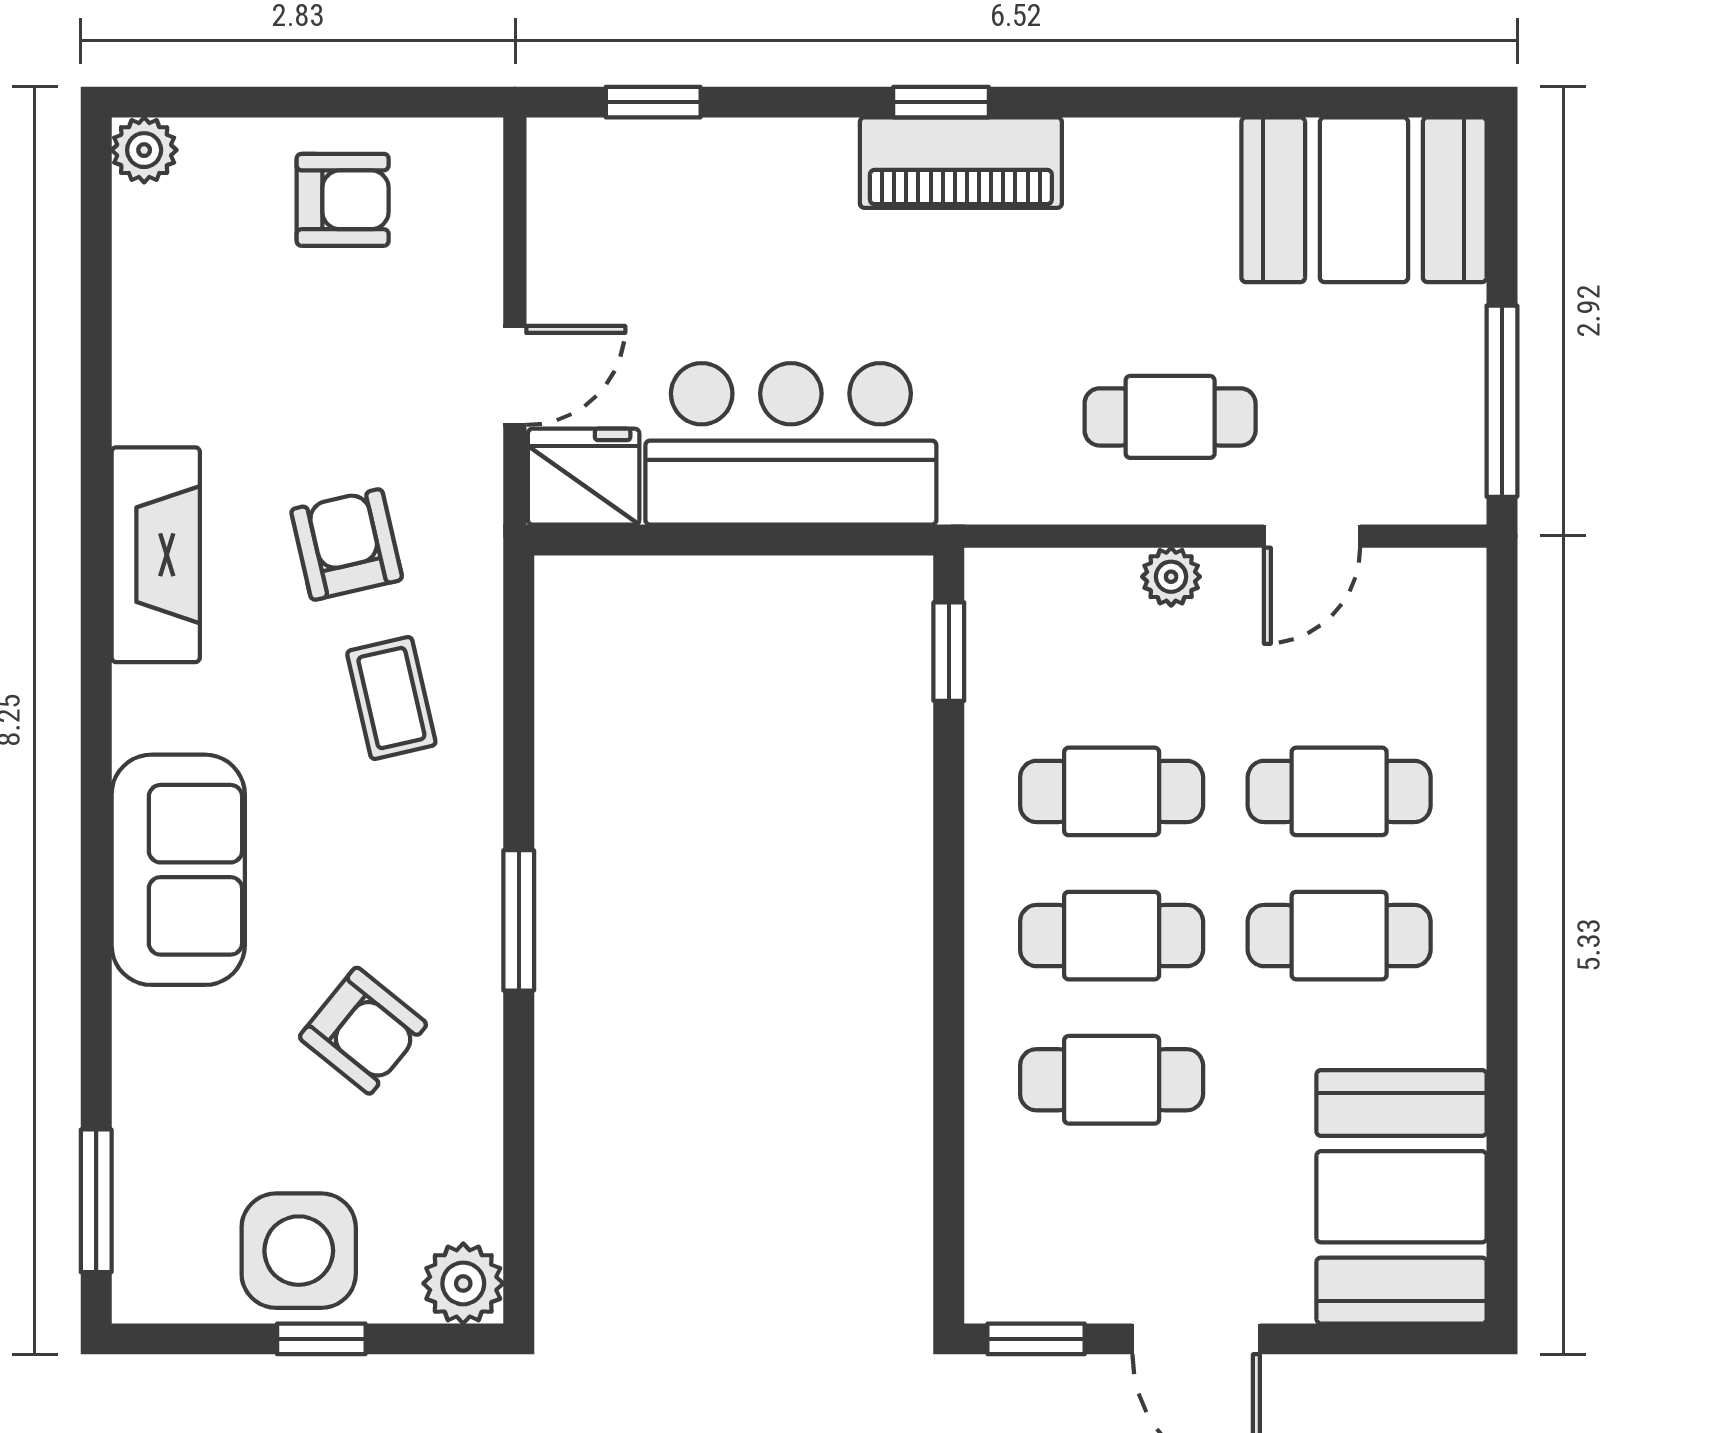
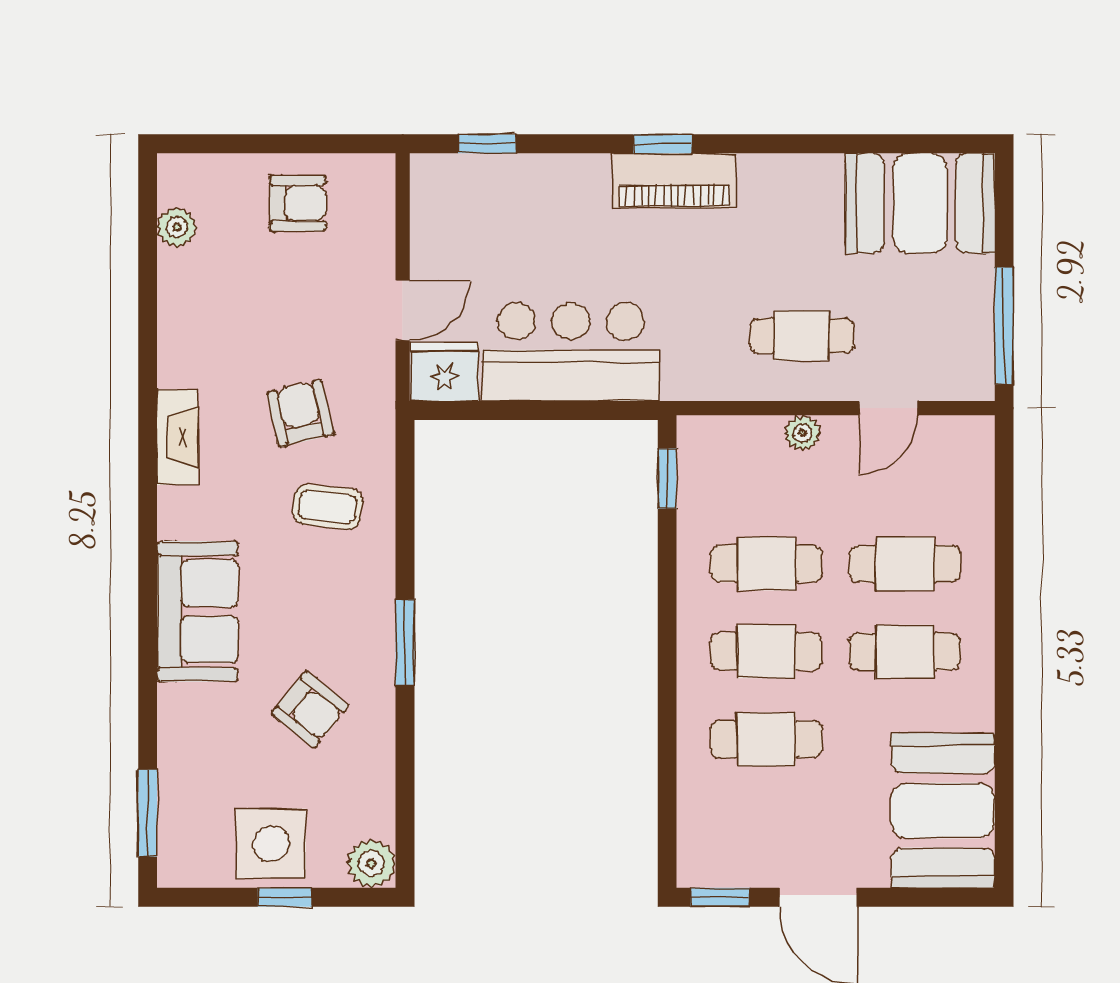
plant: (144, 150) -> (177, 227), moved
fireplace: (156, 555) -> (177, 437), width x0.73, depth x0.76
coffee table: (391, 698) -> (327, 507), turned -71

